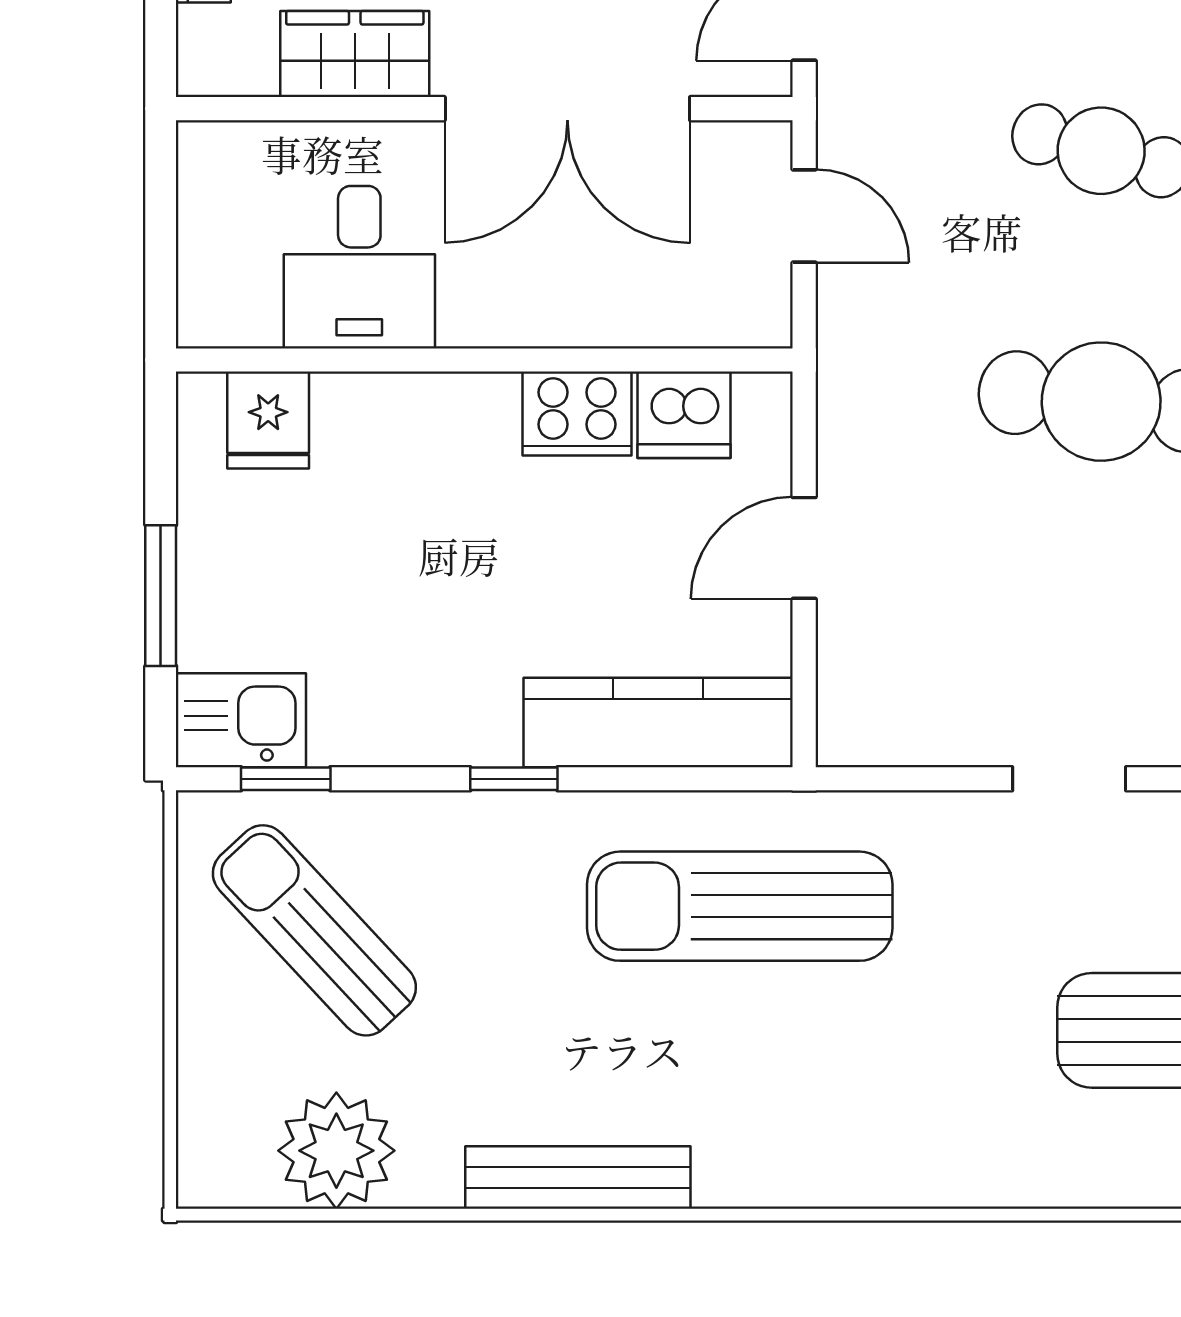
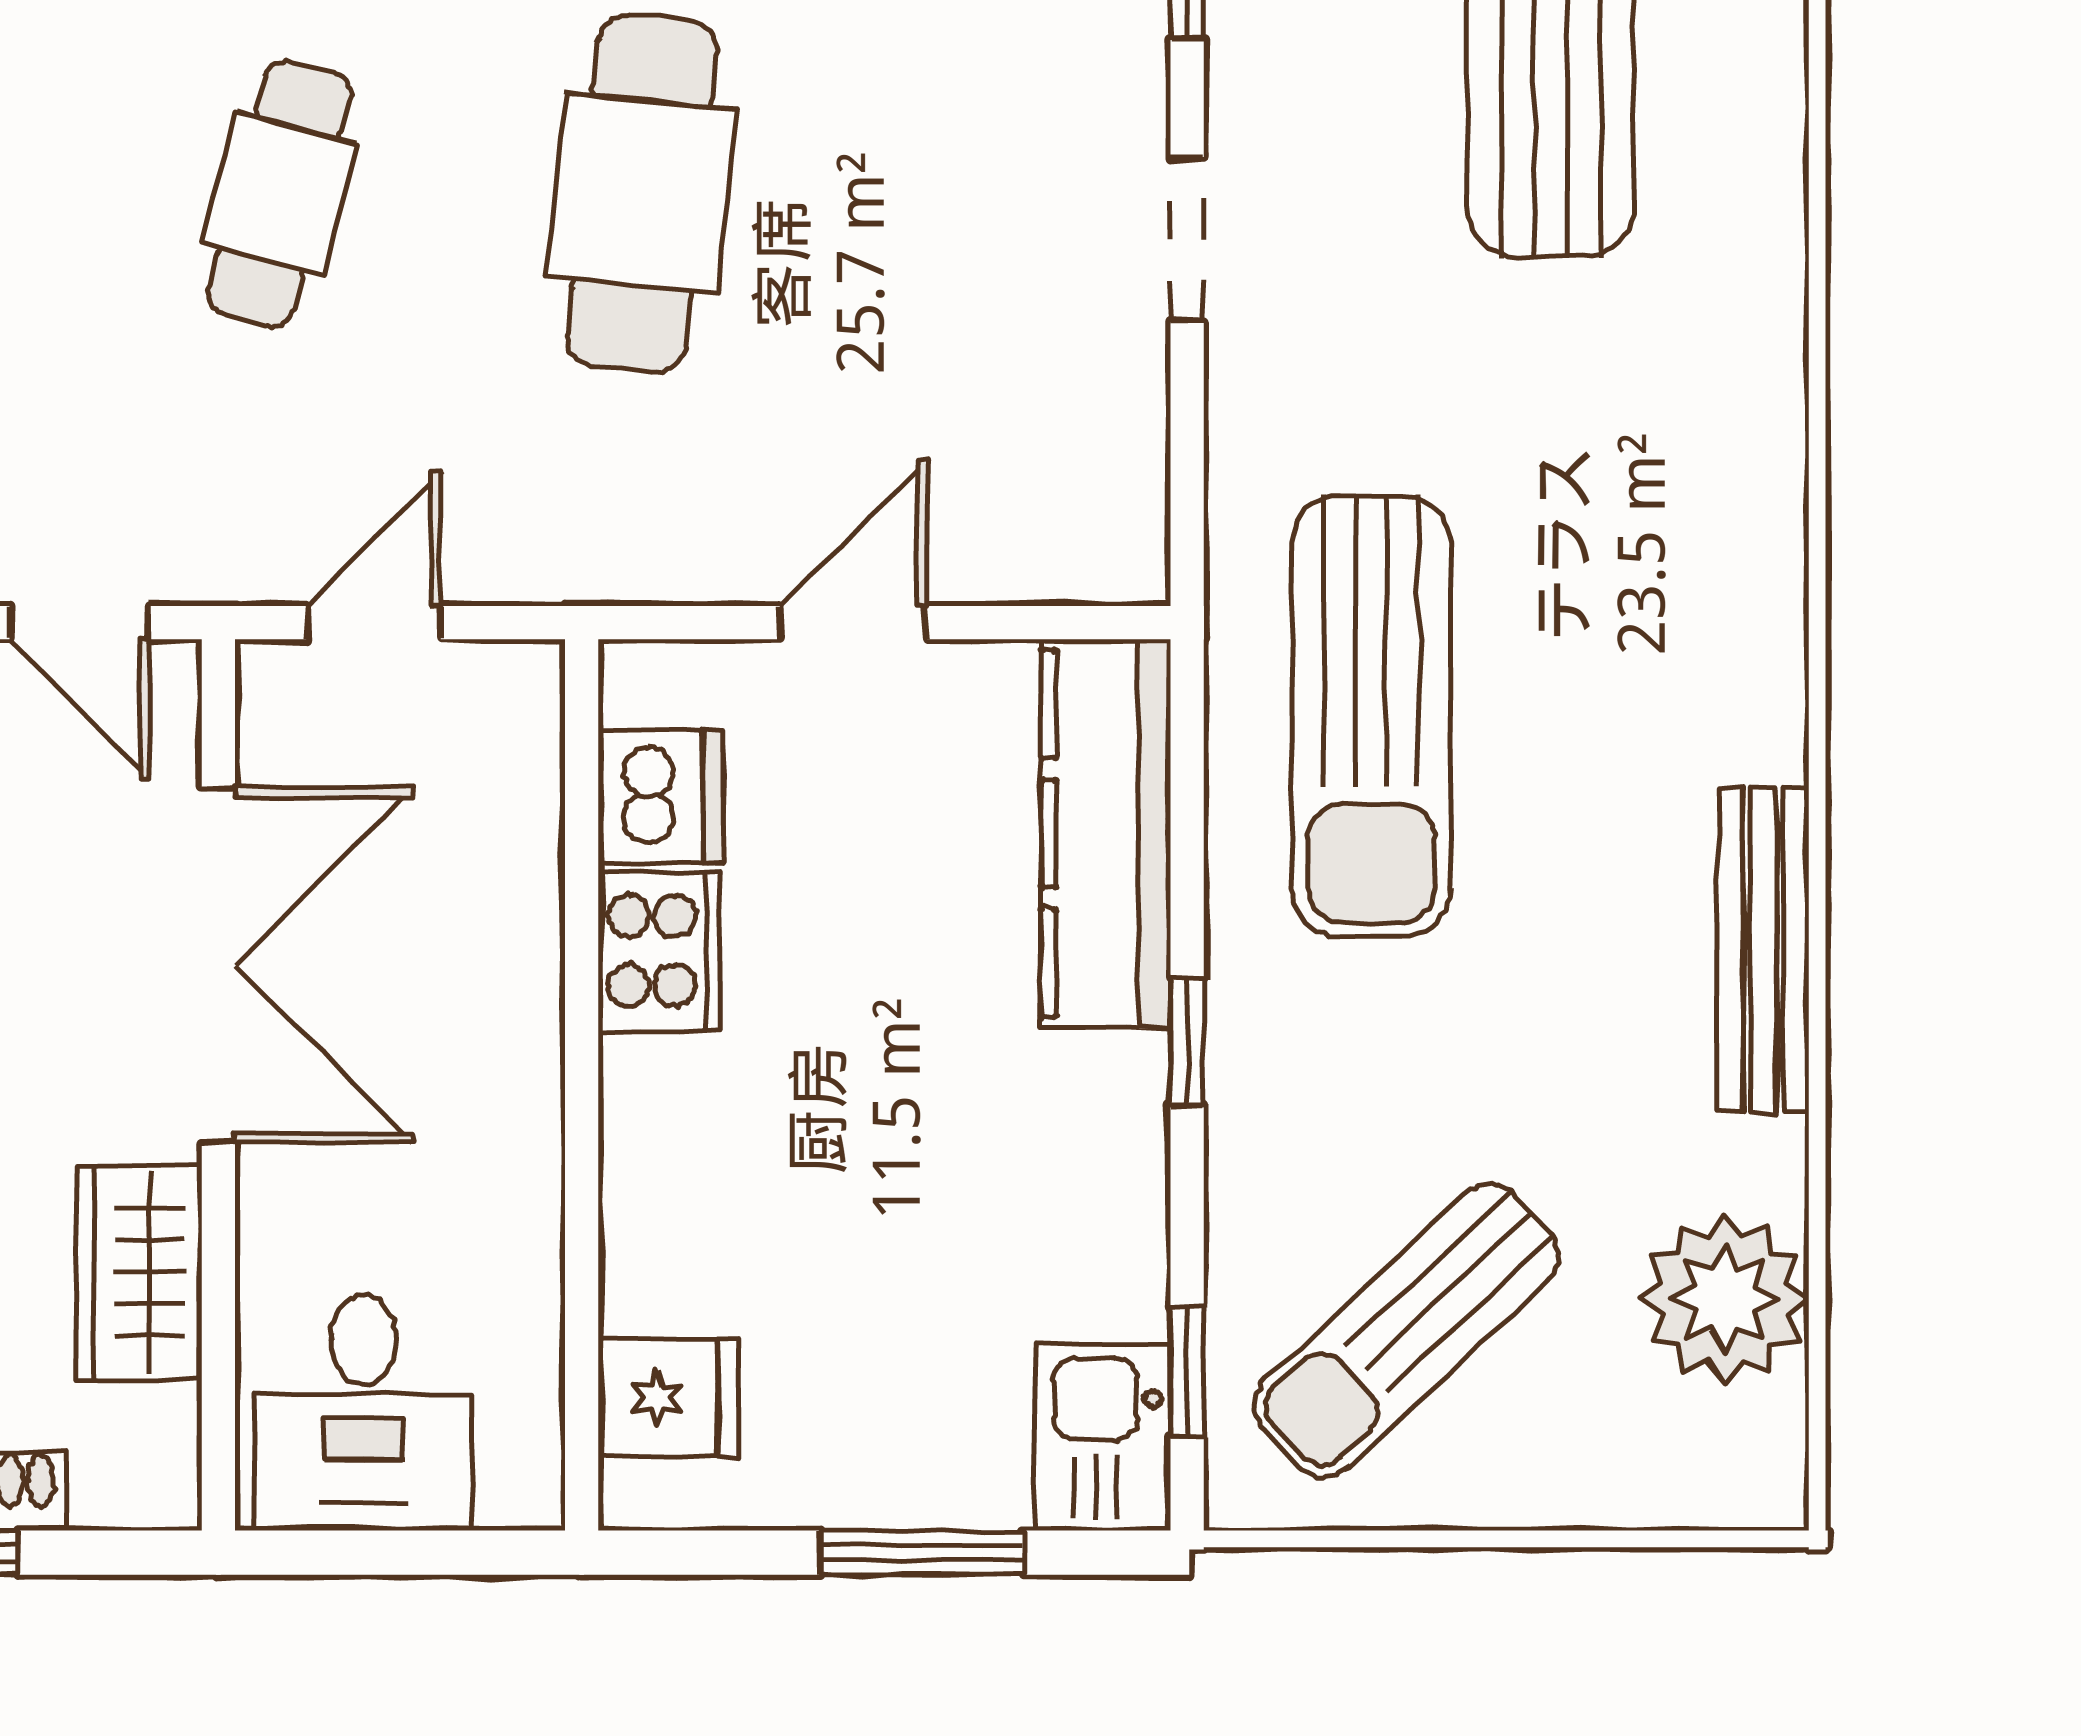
desk: (359, 267) -> (364, 1413), moved, turned 90
door: (804, 548) -> (853, 623), swing flipped

